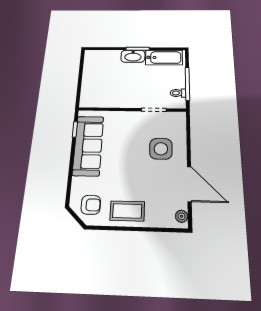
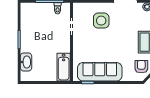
washbasin: (133, 56) -> (26, 62), moved
bathtub: (164, 57) -> (64, 67), moved, turned 180

